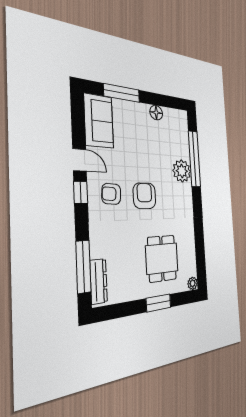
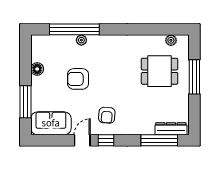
plant: (182, 171) -> (81, 40), width x0.53, depth x0.53
armchair: (145, 196) -> (78, 79), moved
plant: (193, 283) -> (171, 40), moved
window: (159, 303) -> (194, 77), width x1.44

